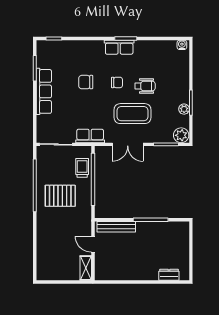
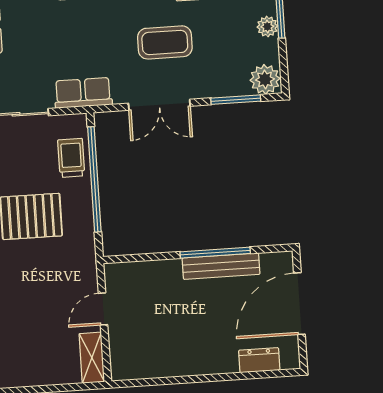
coffee table: (132, 114) -> (165, 42), width x0.73, depth x0.76
bench: (116, 227) -> (221, 266), moved
door: (93, 244) -> (103, 309), hinge flipped
door: (191, 248) -> (299, 304), added

